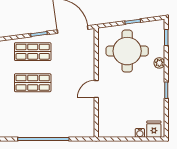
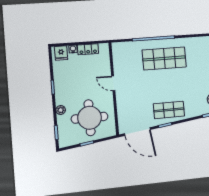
shop shelf: (33, 83) -> (164, 58), moved, width x1.43, depth x1.36
door: (96, 89) -> (113, 83), swing flipped
locker: (122, 131) -> (88, 49), added

